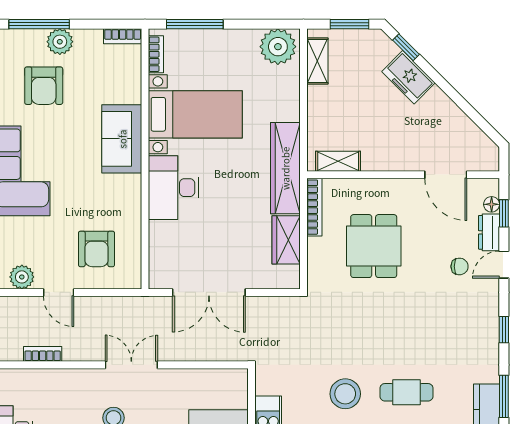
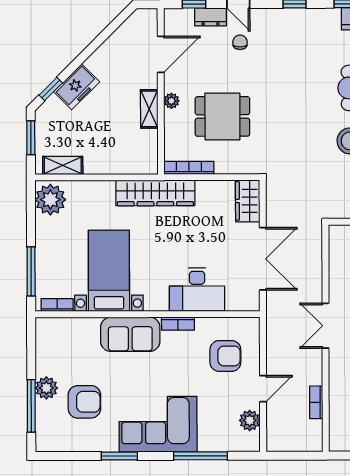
bookcase: (123, 36) -> (178, 324), moved, turned 90
shelving: (338, 161) -> (149, 109), moved
plant: (392, 187) -> (171, 101), added
desk: (174, 188) -> (197, 289), moved
floor lamp: (492, 204) -> (186, 15), removed
wardrobe: (286, 240) -> (248, 201), moved, turned 90

